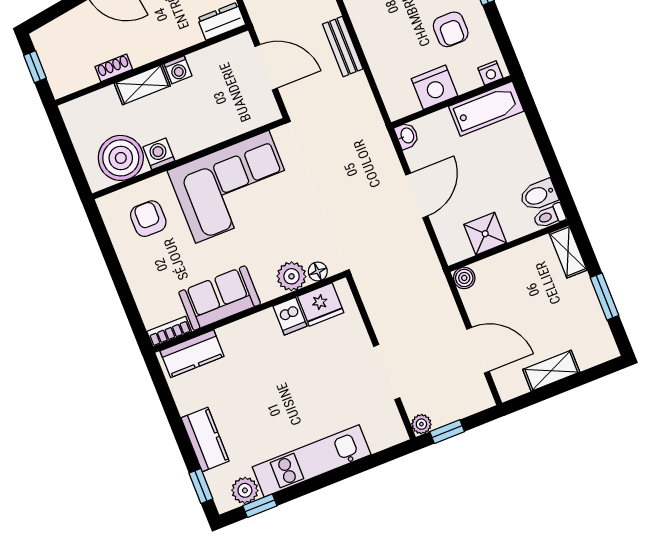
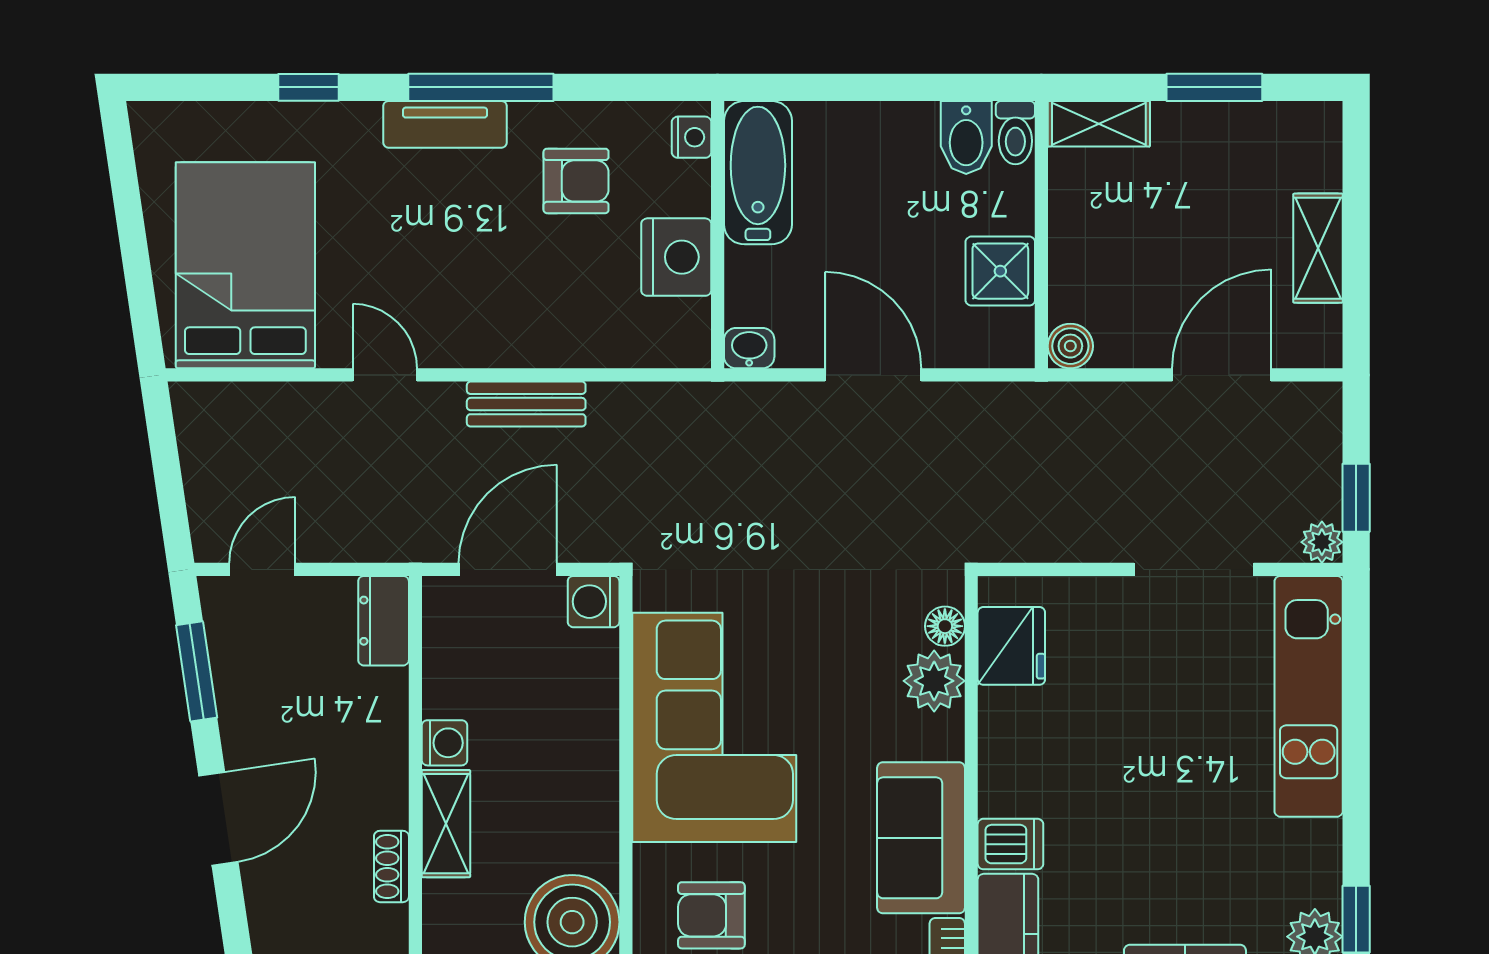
washing machine: (159, 154) -> (594, 602), moved
dishwasher: (290, 316) -> (1010, 844), moved
kitchen unit: (312, 461) -> (1309, 696), moved

